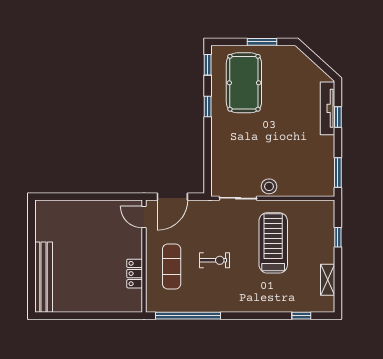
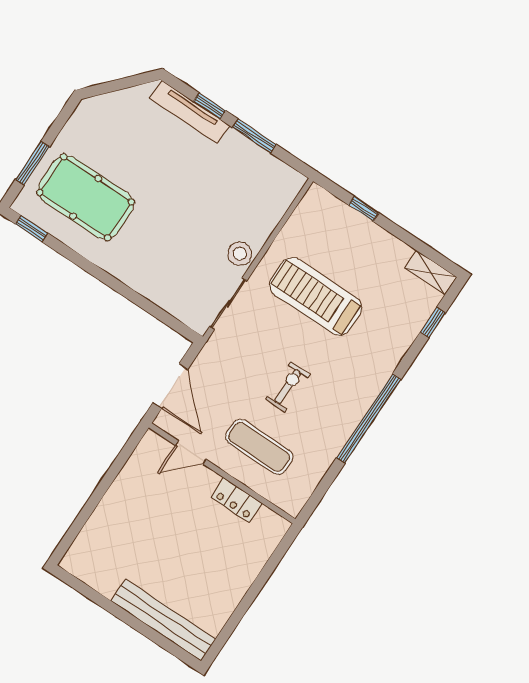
window: (262, 42) -> (33, 163), moved
window: (208, 107) -> (85, 264), removed
window: (338, 172) -> (254, 136), moved
door: (144, 217) -> (191, 452), moved
shelving: (328, 280) -> (431, 273), moved
window: (188, 316) -> (369, 418), moved

